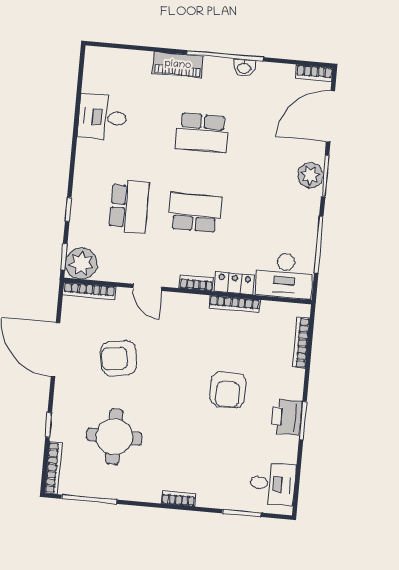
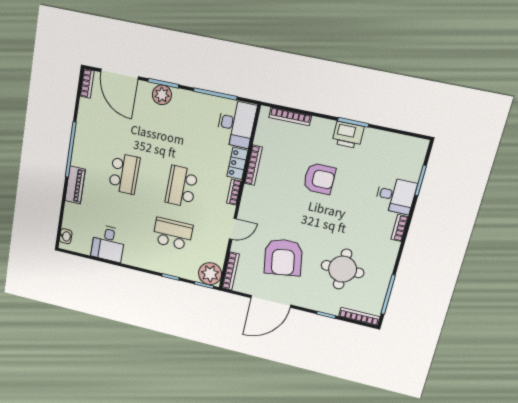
washbasin: (244, 68) -> (66, 236), moved
armchair: (119, 358) -> (283, 257), width x1.36, depth x1.36
desk: (273, 484) -> (396, 196), moved, turned 90

